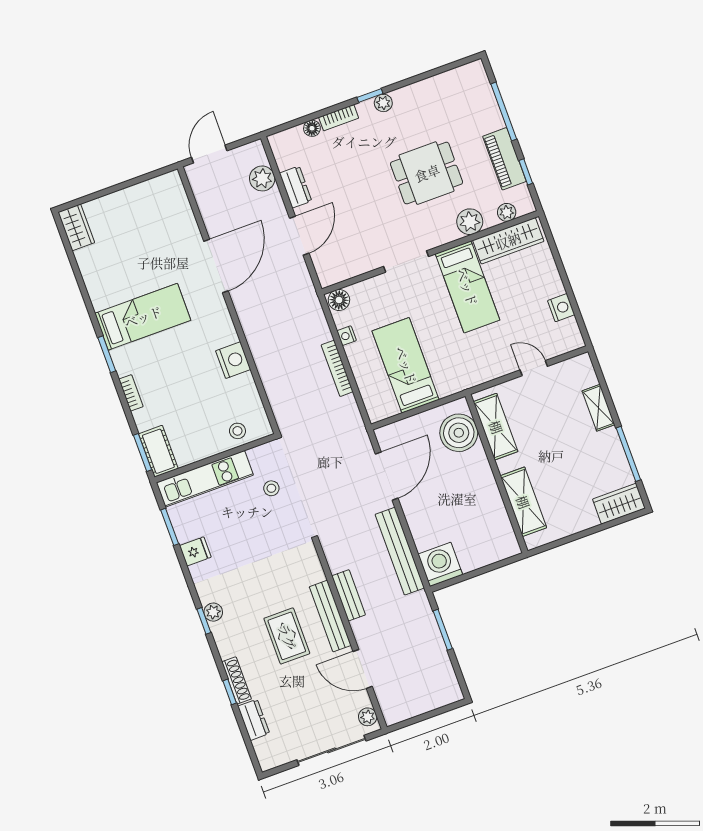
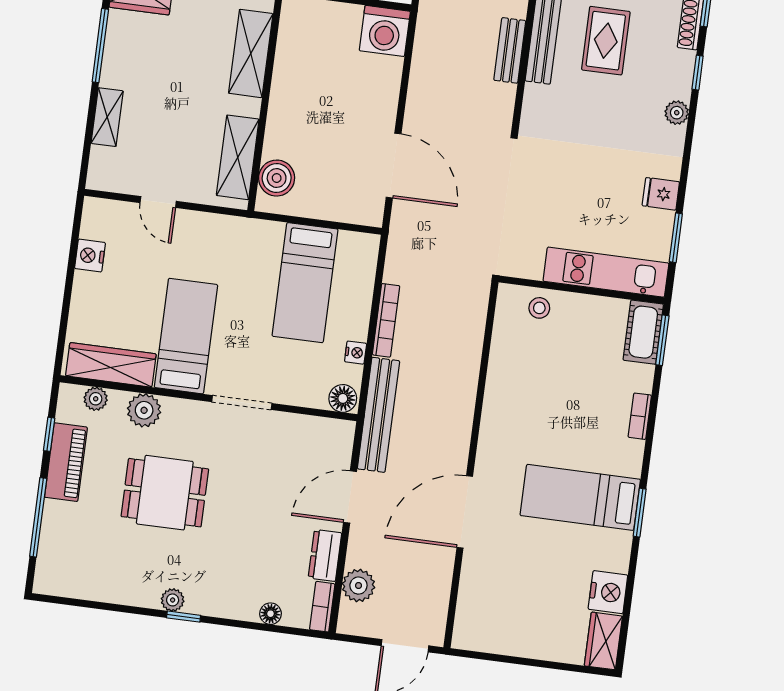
bookcase: (339, 118) -> (322, 607), moved, turned -90
window: (107, 354) -> (640, 513), moved
nightstand: (233, 360) -> (608, 592), moved, turned 180
boiler: (459, 433) -> (277, 178), width x0.73, depth x0.73
door: (387, 476) -> (394, 166), swing flipped
stool: (271, 488) -> (535, 221), removed
bench: (400, 551) -> (378, 415), moved
window: (204, 621) -> (698, 73), moved

